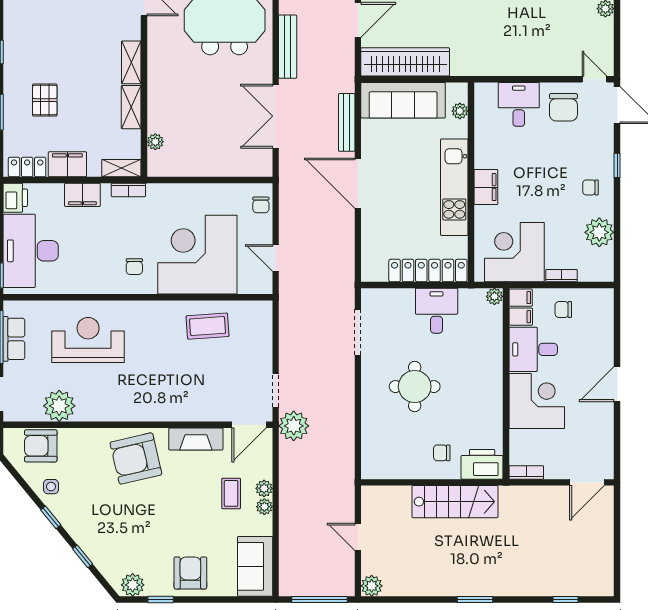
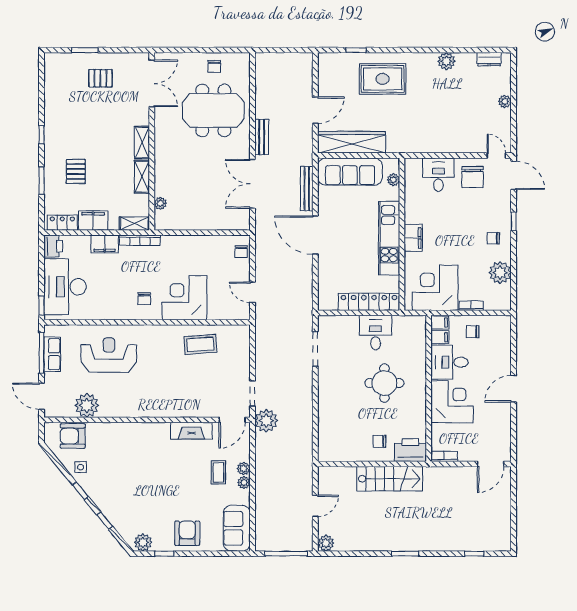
bench: (288, 47) -> (262, 137), width x0.73
bookcase: (128, 190) -> (140, 240), width x1.56
corner desk: (197, 255) -> (185, 298), width x0.74, depth x0.74
plant: (494, 296) -> (420, 322), removed
round table: (415, 387) -> (384, 383), moved
armchair: (136, 458) -> (145, 446), removed
door: (358, 537) -> (315, 506), swing flipped

